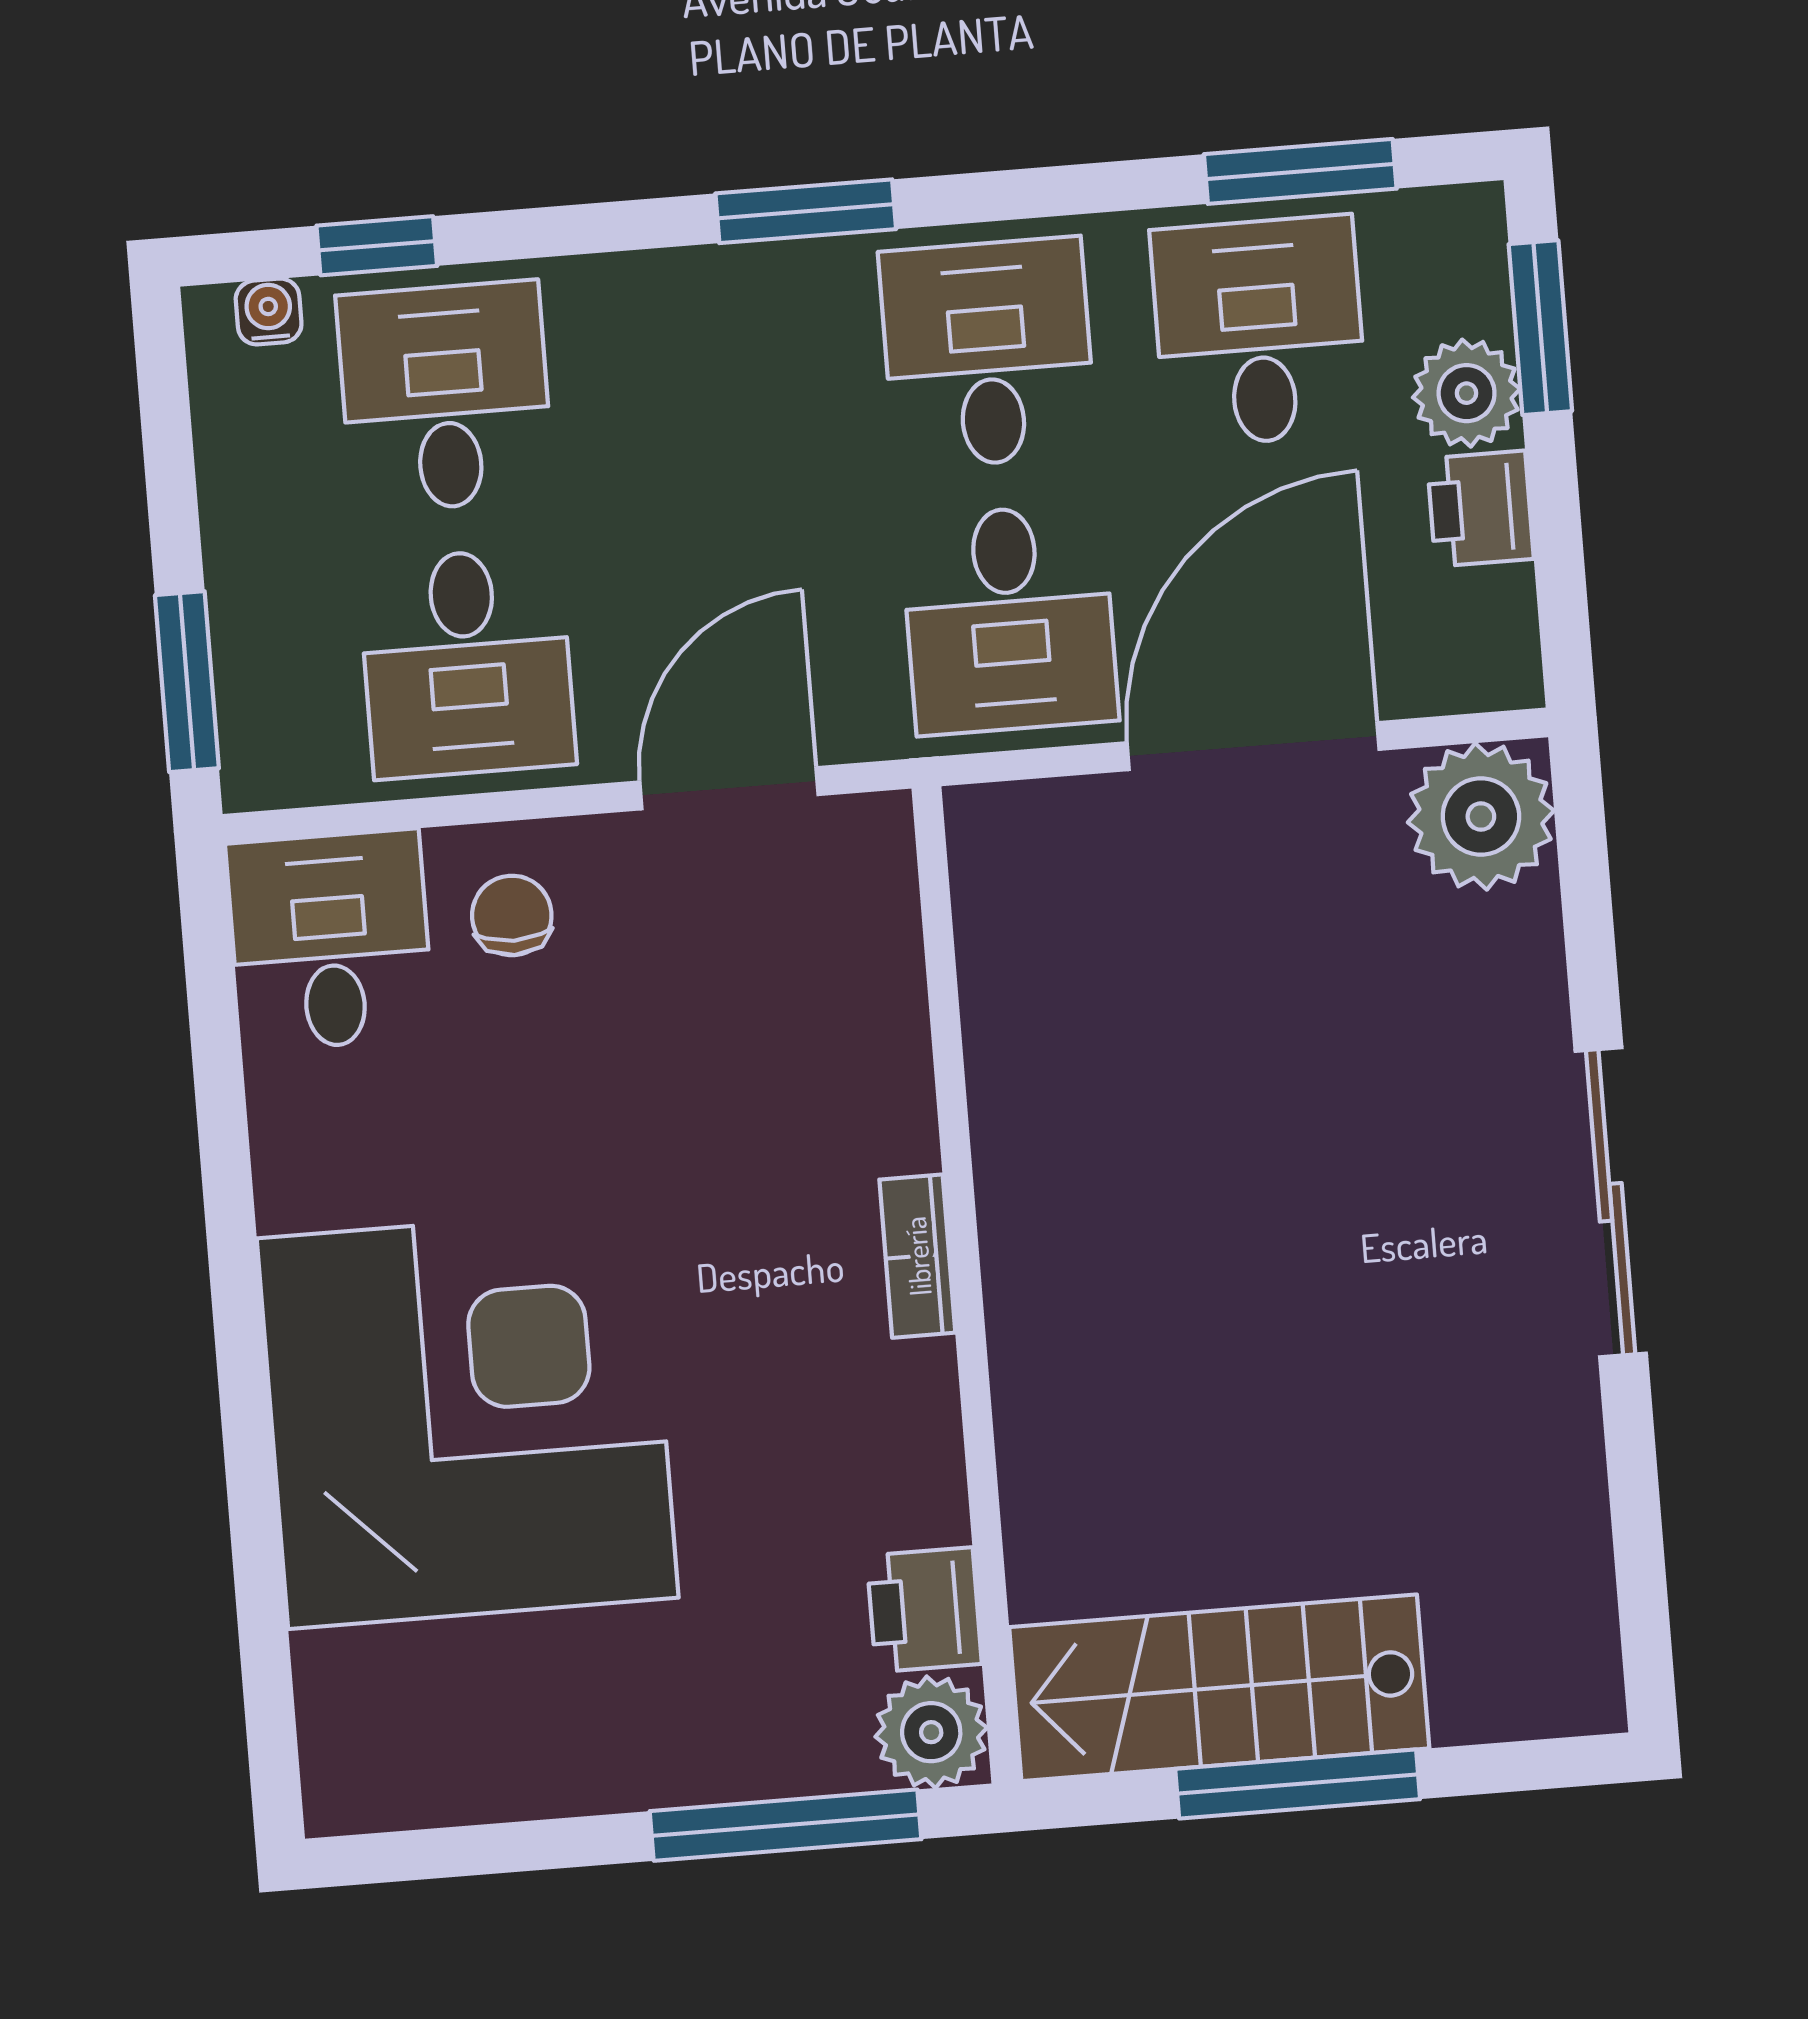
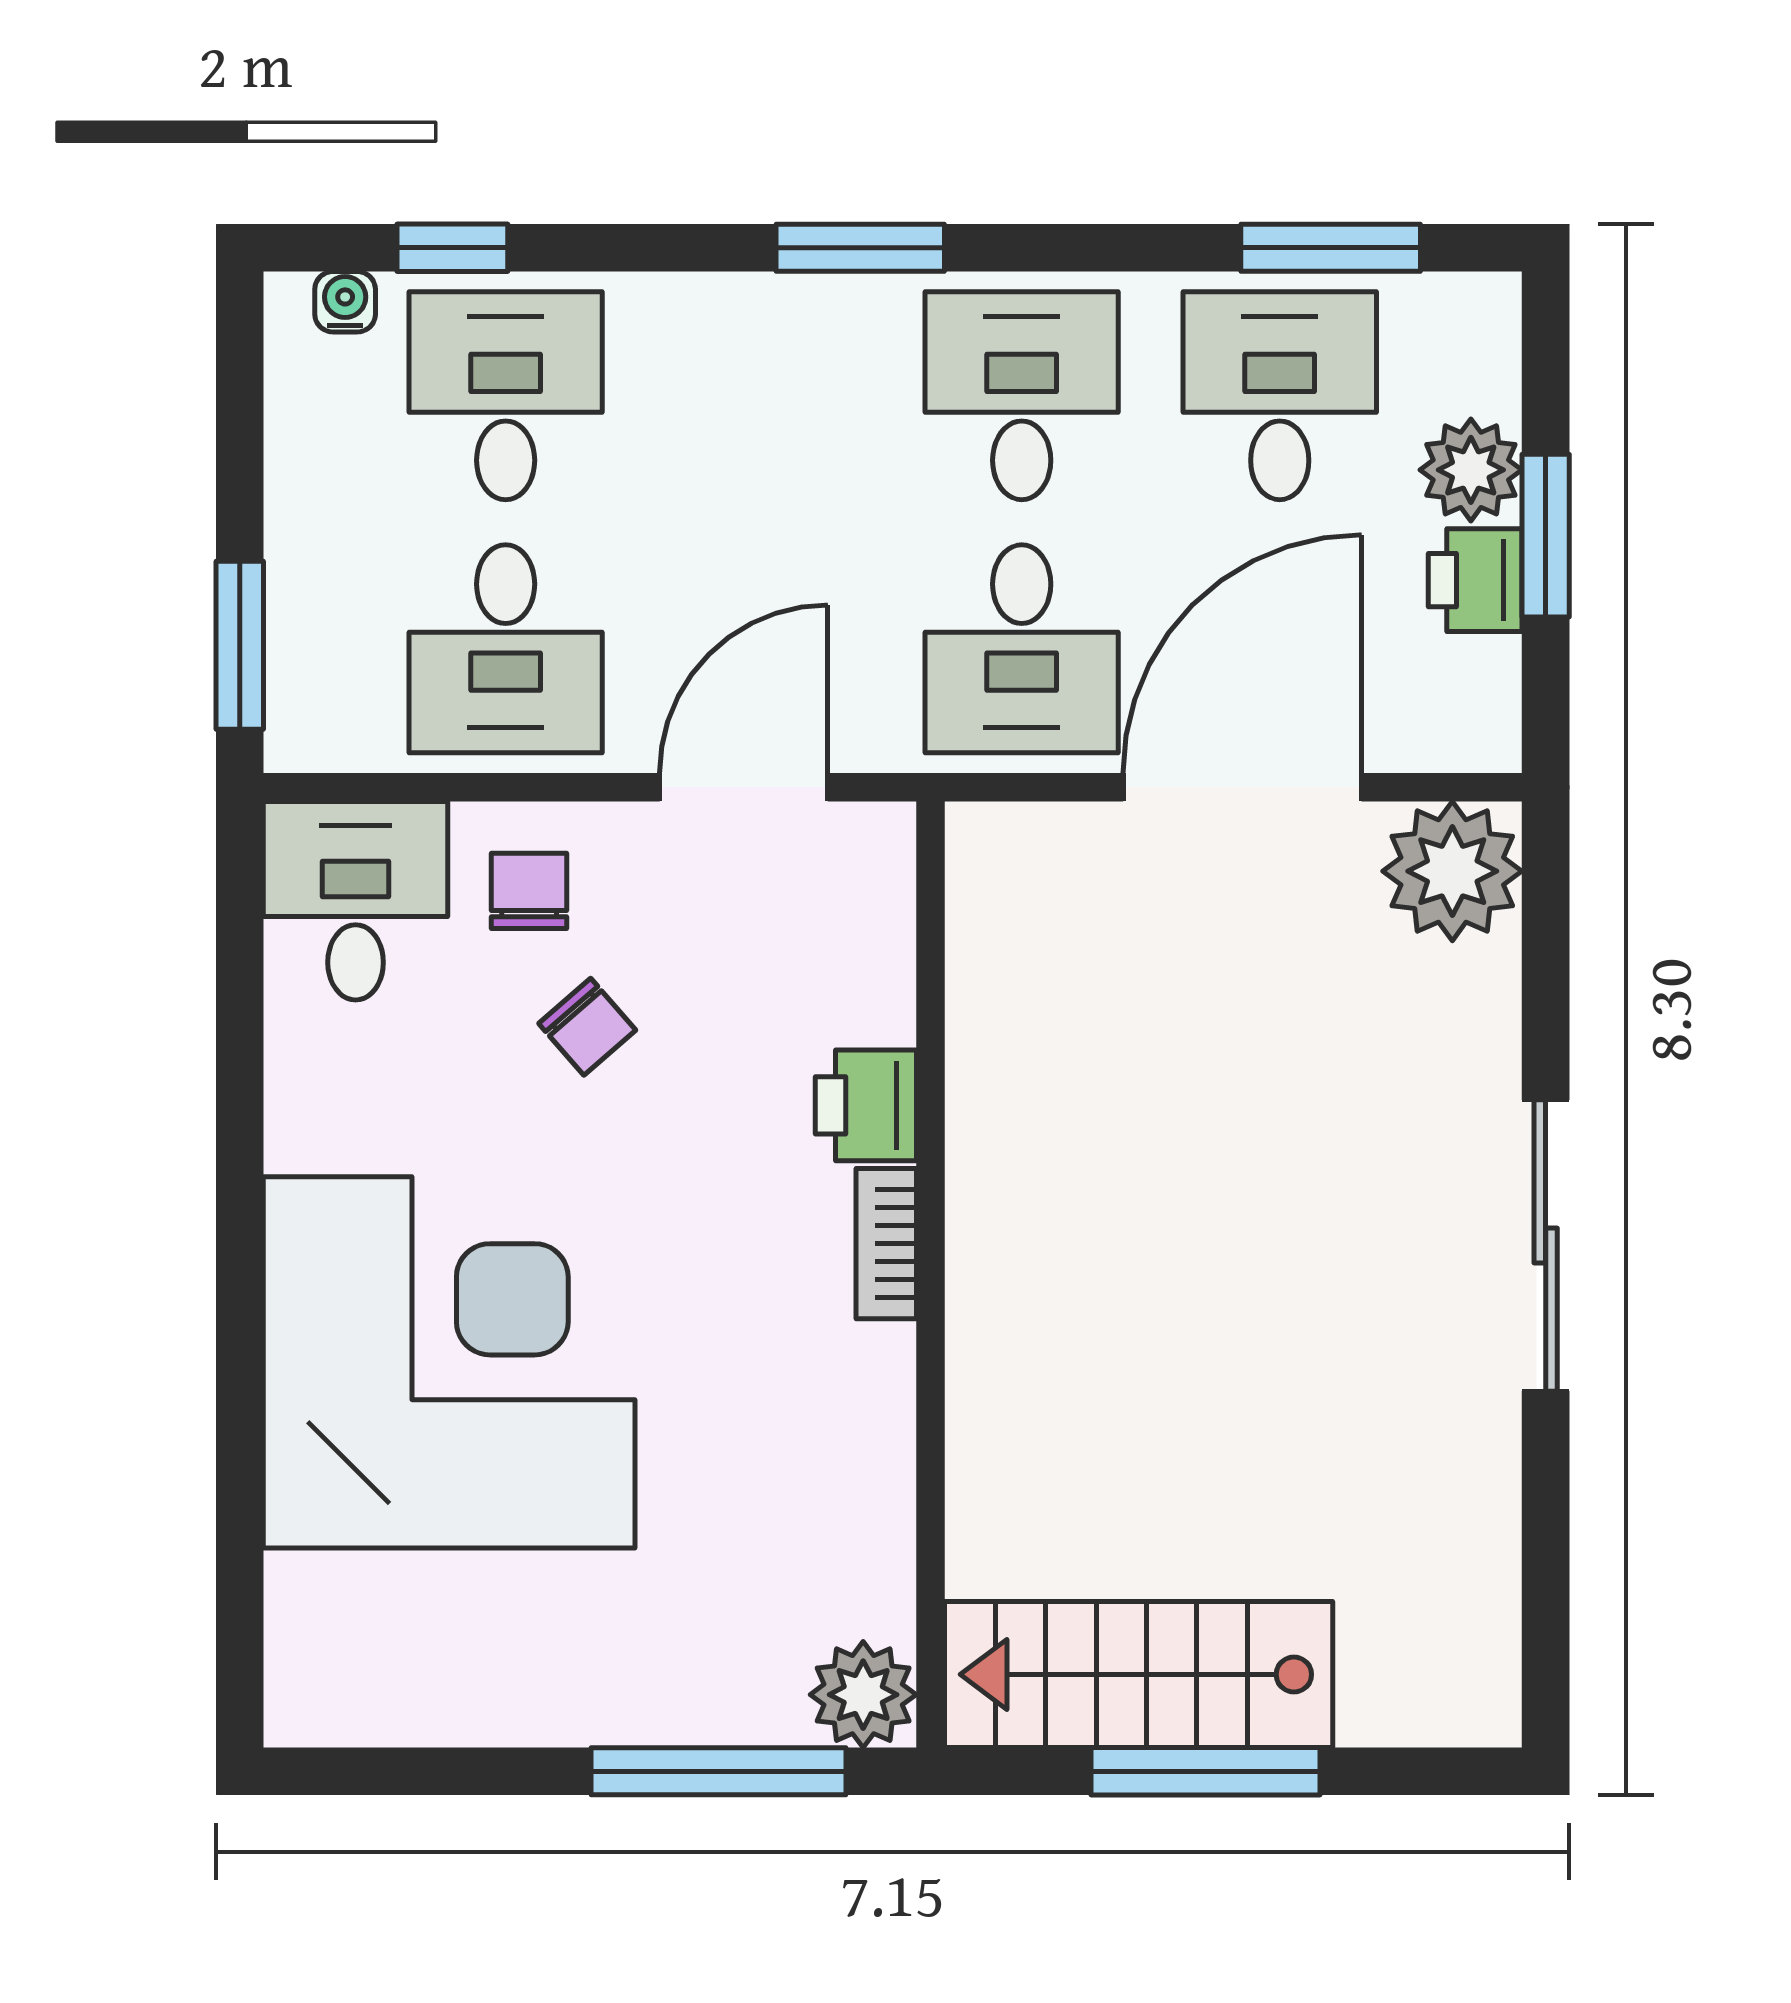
window: (1540, 328) -> (1546, 536), moved
chair: (584, 1053) -> (587, 1027), added
printer: (924, 1610) -> (866, 1105), moved

